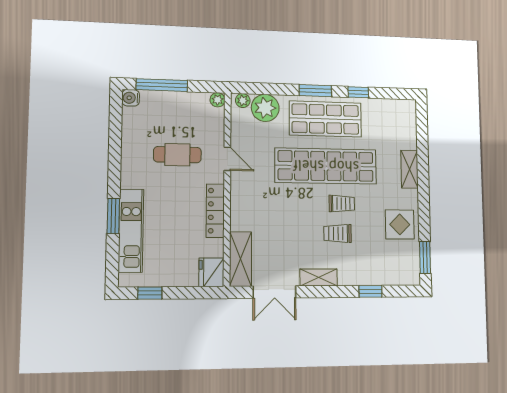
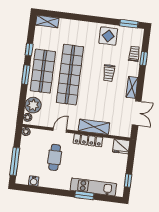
water cooler: (131, 98) -> (34, 181), moved
shelving: (409, 169) -> (47, 22), moved
trolley: (342, 204) -> (134, 54), moved
shelving: (240, 259) -> (94, 127), moved

